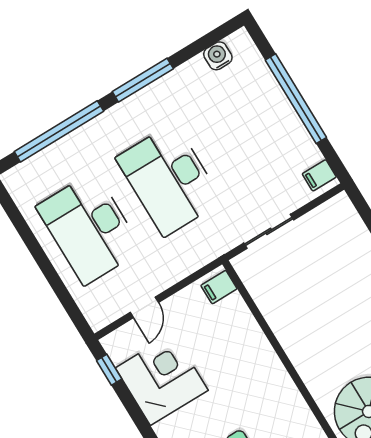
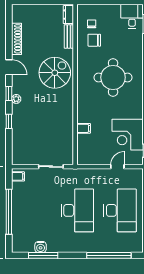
water cooler: (218, 56) -> (41, 247), moved
window: (143, 80) -> (43, 255), moved
filing cabinet: (219, 287) -> (84, 128), moved

